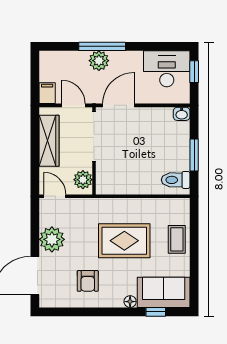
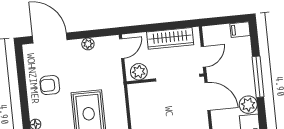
plant: (99, 61) -> (248, 105), moved
filing cabinet: (47, 93) -> (240, 30), moved, turned 180
plant: (52, 239) -> (88, 44), width x0.53, depth x0.53

